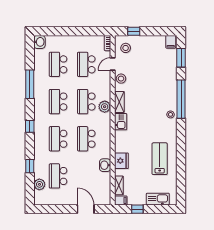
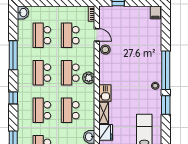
stool: (126, 48) -> (110, 19), removed
window: (181, 58) -> (166, 105), moved
door: (113, 64) -> (97, 35), swing flipped
shelving: (119, 102) -> (104, 113), moved

